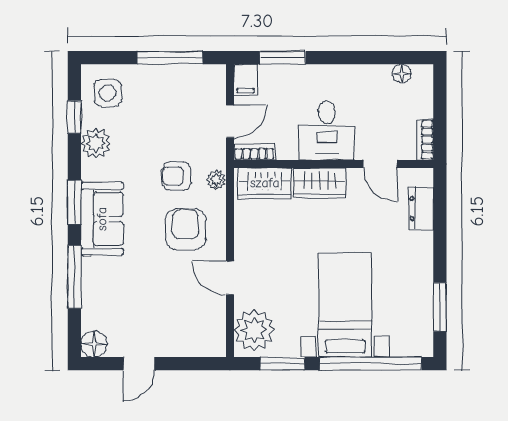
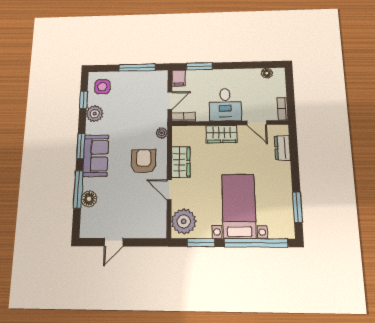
armchair: (176, 176) -> (139, 131), removed
wardrobe: (265, 183) -> (181, 162), moved, turned -90
floor lamp: (94, 344) -> (89, 199), moved

